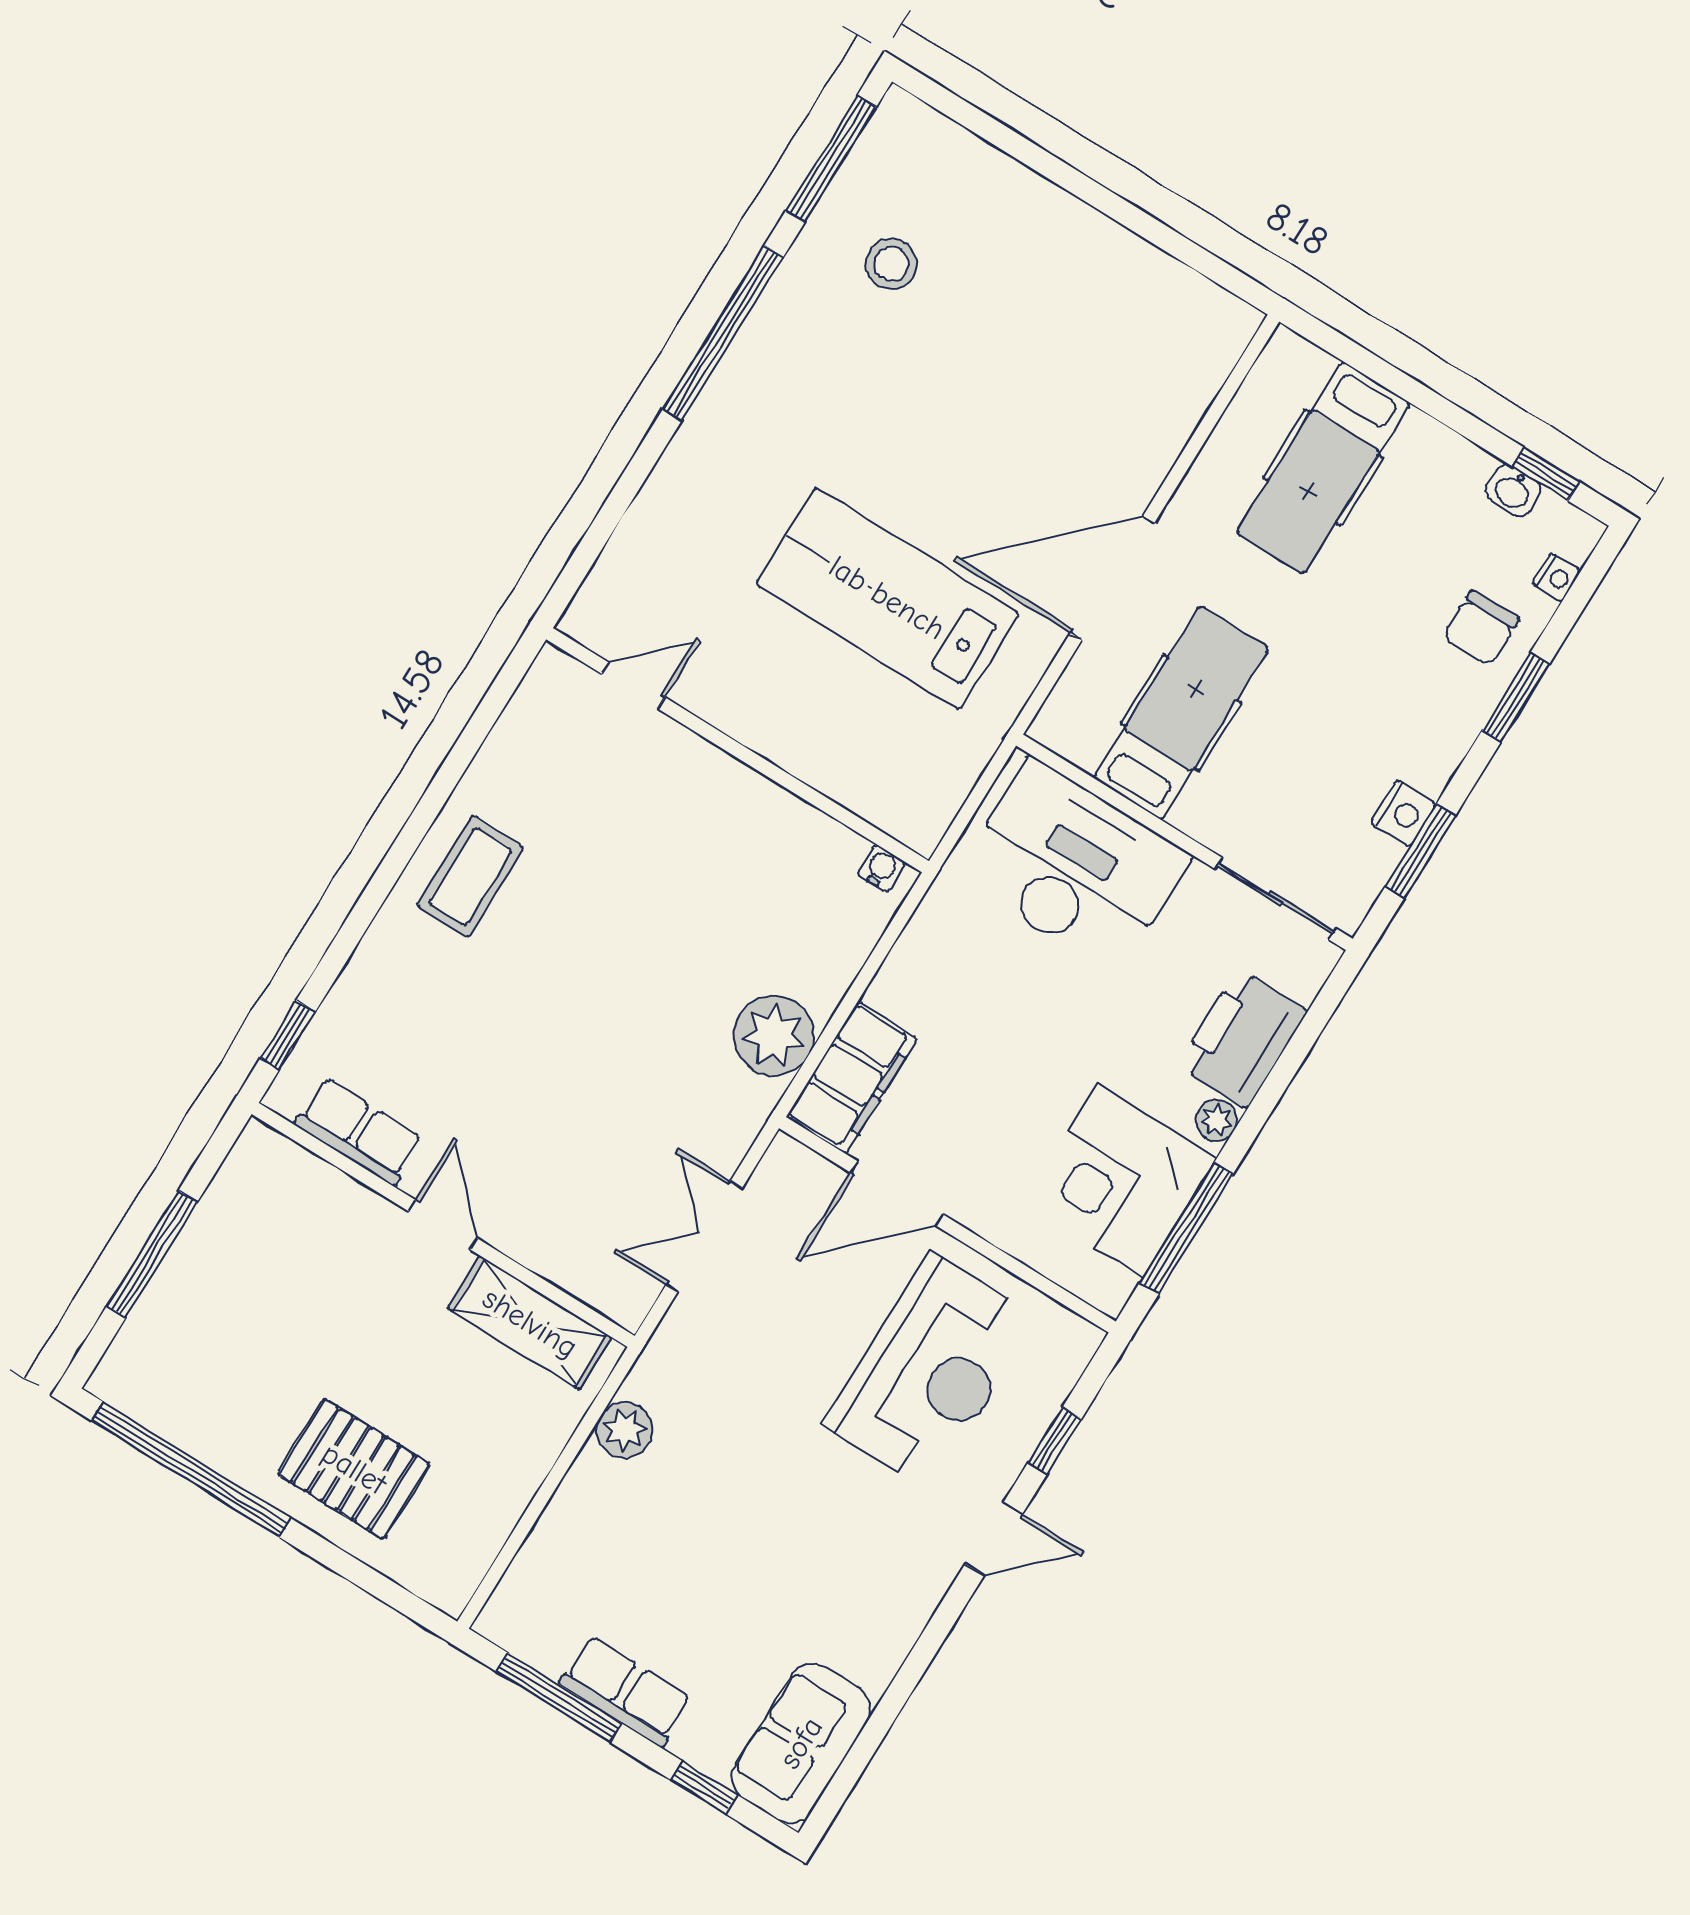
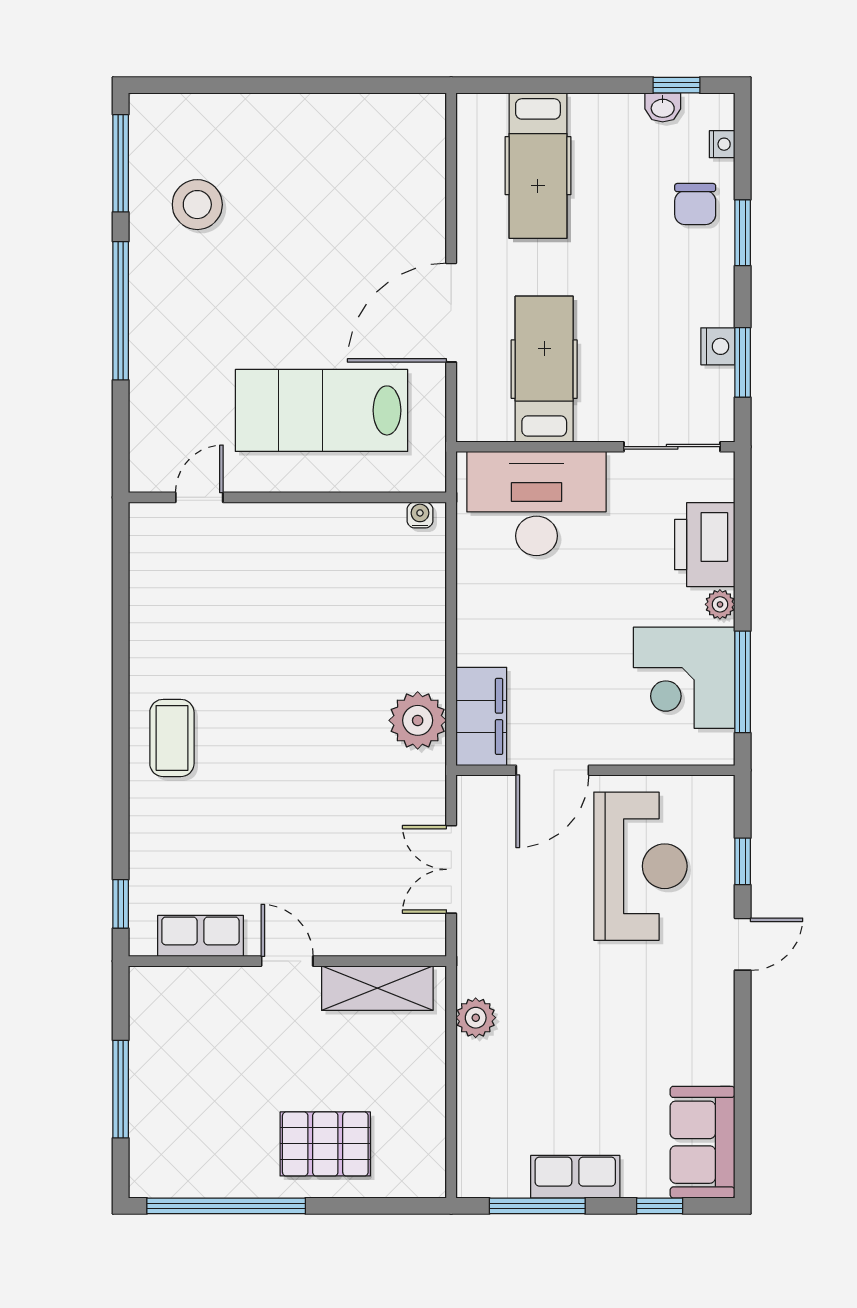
stool: (891, 264) -> (197, 205), width x1.38, depth x1.38
door: (633, 686) -> (199, 497), moved
wall: (738, 750) -> (287, 497), moved
water cooler: (881, 868) -> (420, 515), moved

